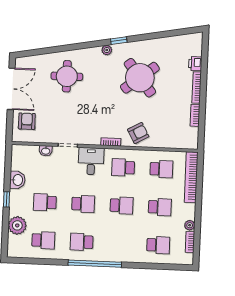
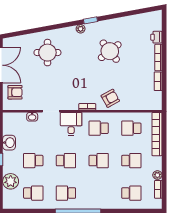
round table: (140, 78) -> (110, 51), width x0.73, depth x0.73
armchair: (27, 121) -> (15, 92), turned 90
school desk: (161, 169) -> (131, 128), turned 180

